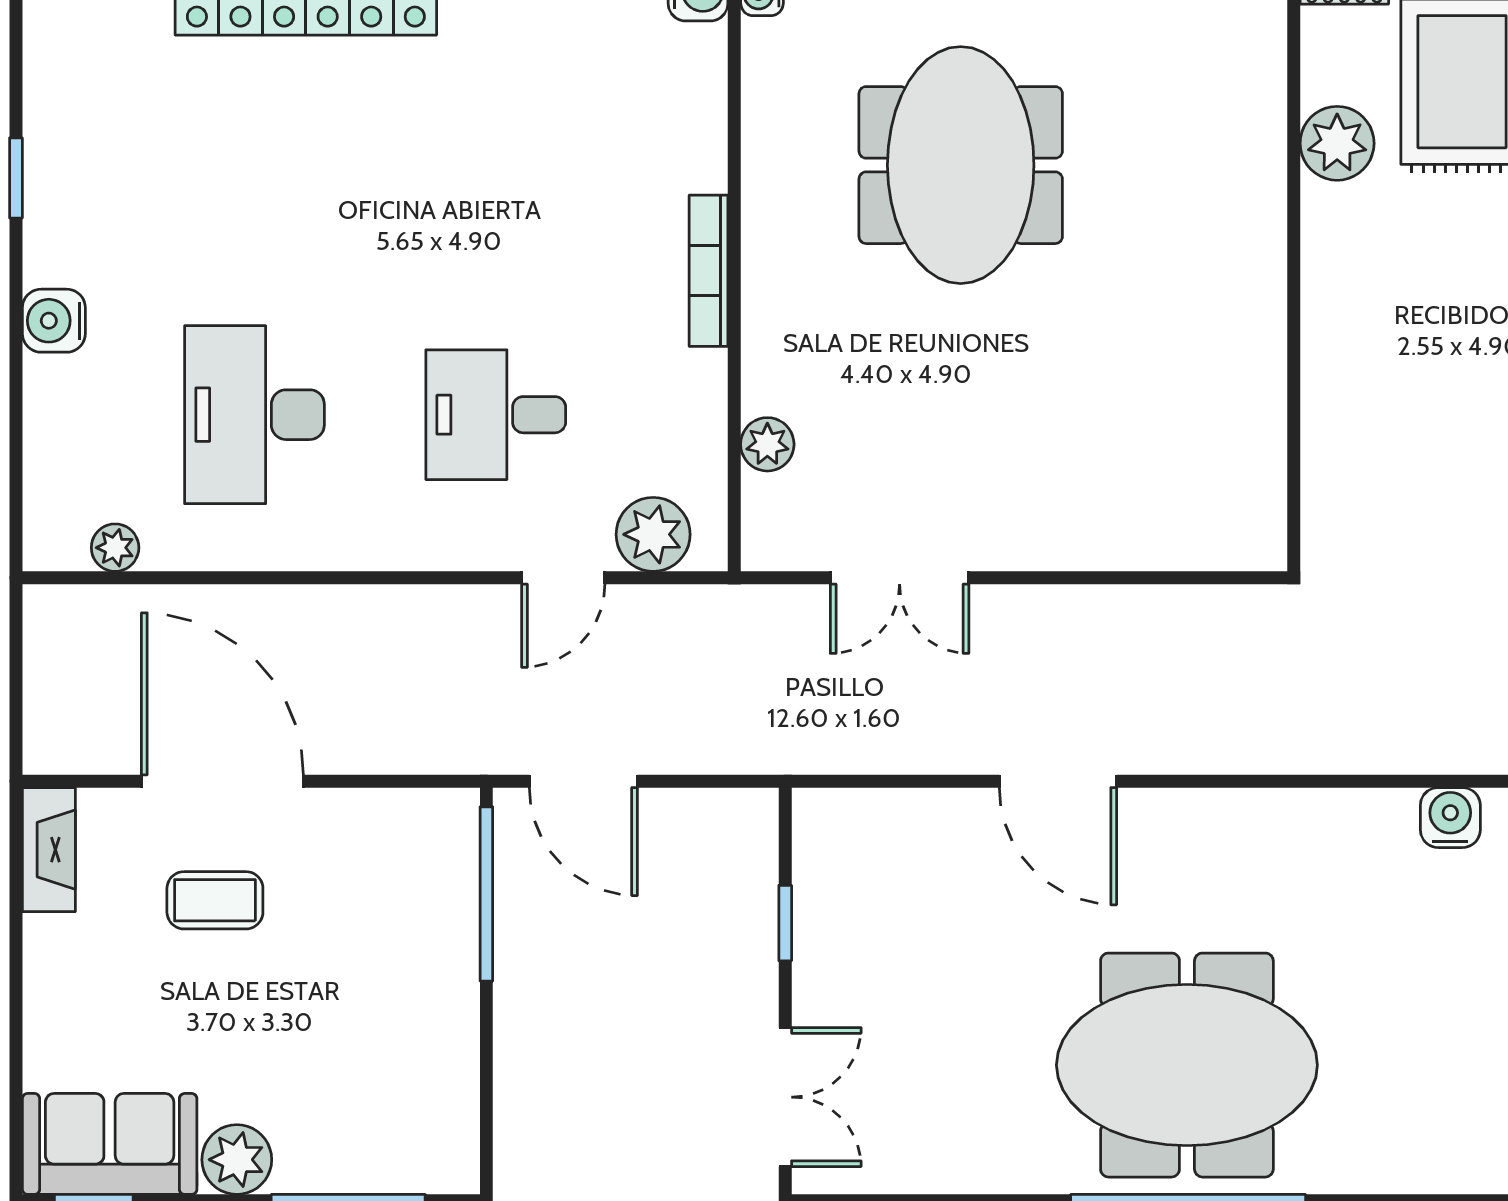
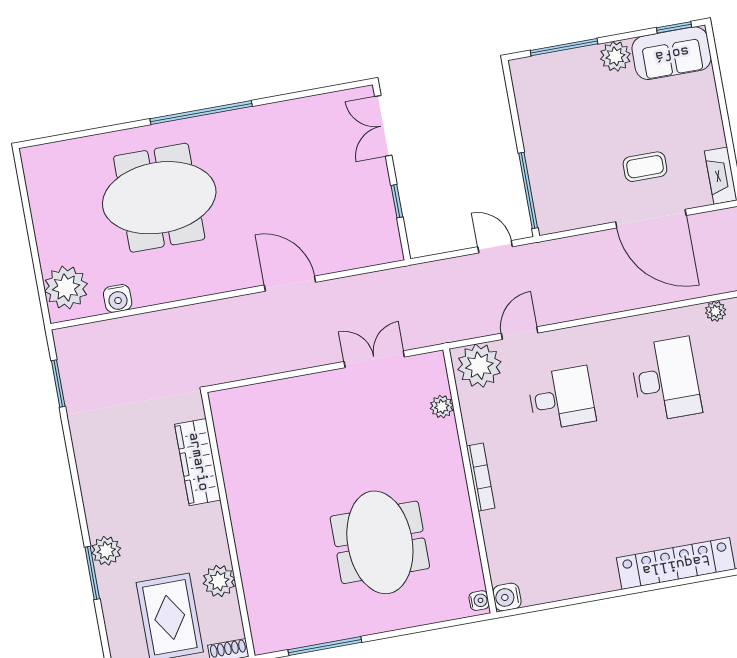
wardrobe: (1337, 418) -> (198, 462), added
plant: (653, 534) -> (479, 366), width x1.36, depth x1.36
door: (583, 781) -> (495, 247), width x0.73
meeting table: (1187, 1065) -> (159, 198), moved

